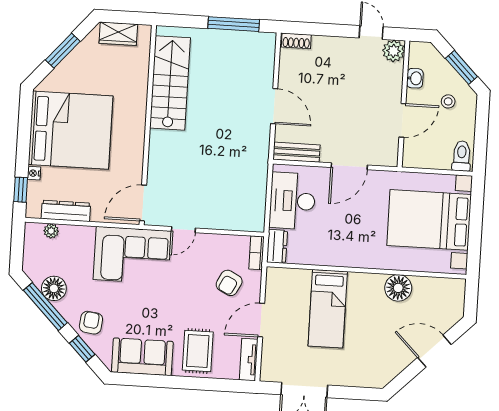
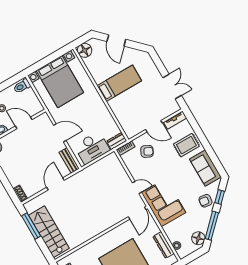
stairs: (170, 83) -> (49, 232), moved, turned 90
door: (143, 203) -> (137, 213), hinge flipped
floor lamp: (54, 288) -> (198, 238), moved
floor lamp: (398, 288) -> (85, 50), moved
bed: (328, 309) -> (119, 83), moved

